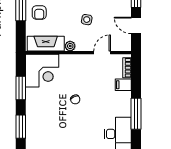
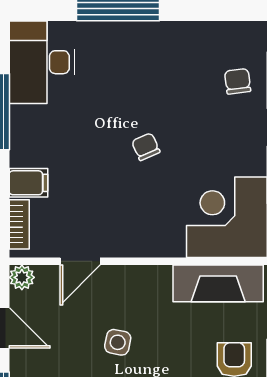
plant: (70, 46) -> (22, 277), moved
chair: (38, 126) -> (238, 81), added

